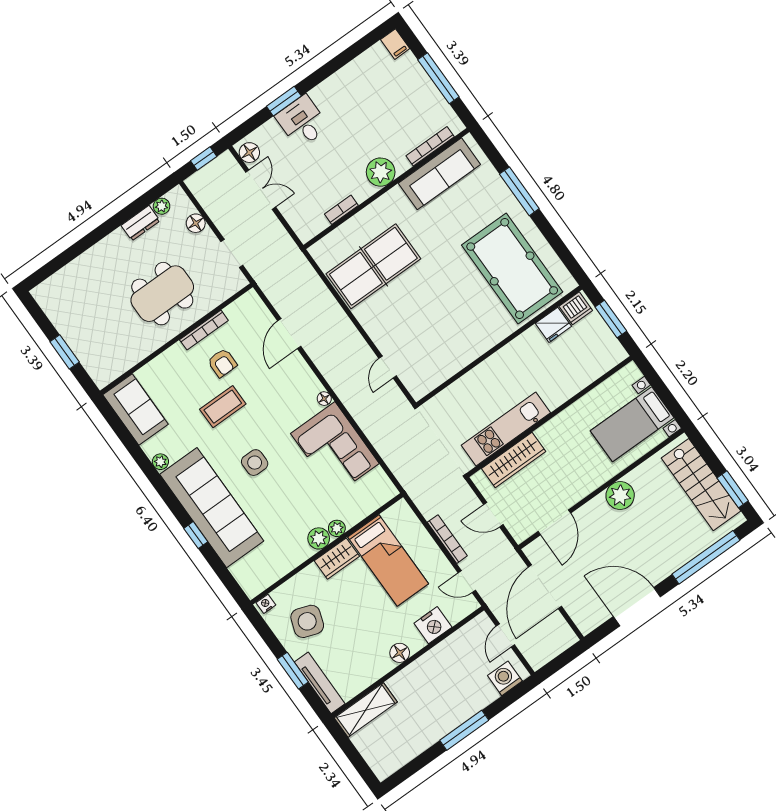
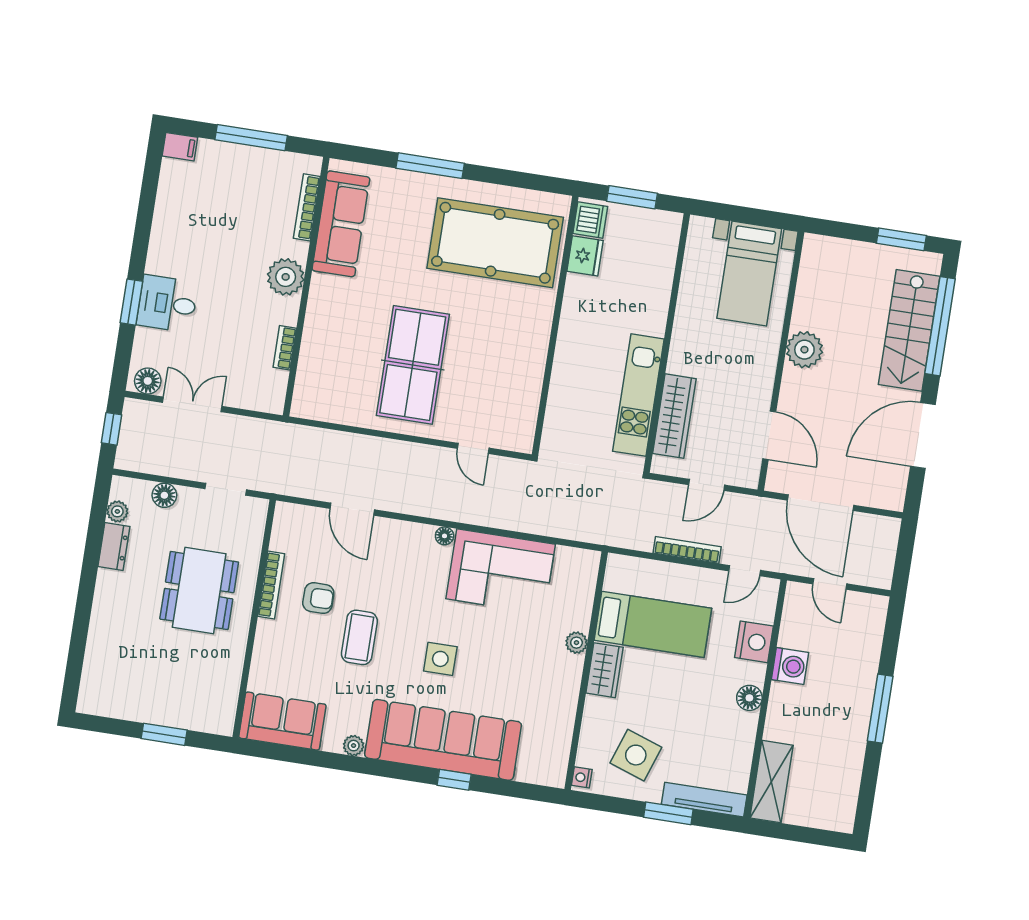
table tennis table: (373, 266) -> (413, 365), moved
stairs: (701, 485) -> (909, 330), moved, turned 90
plant: (319, 538) -> (569, 669), removed
washing machine: (505, 678) -> (790, 666), moved, turned 180

